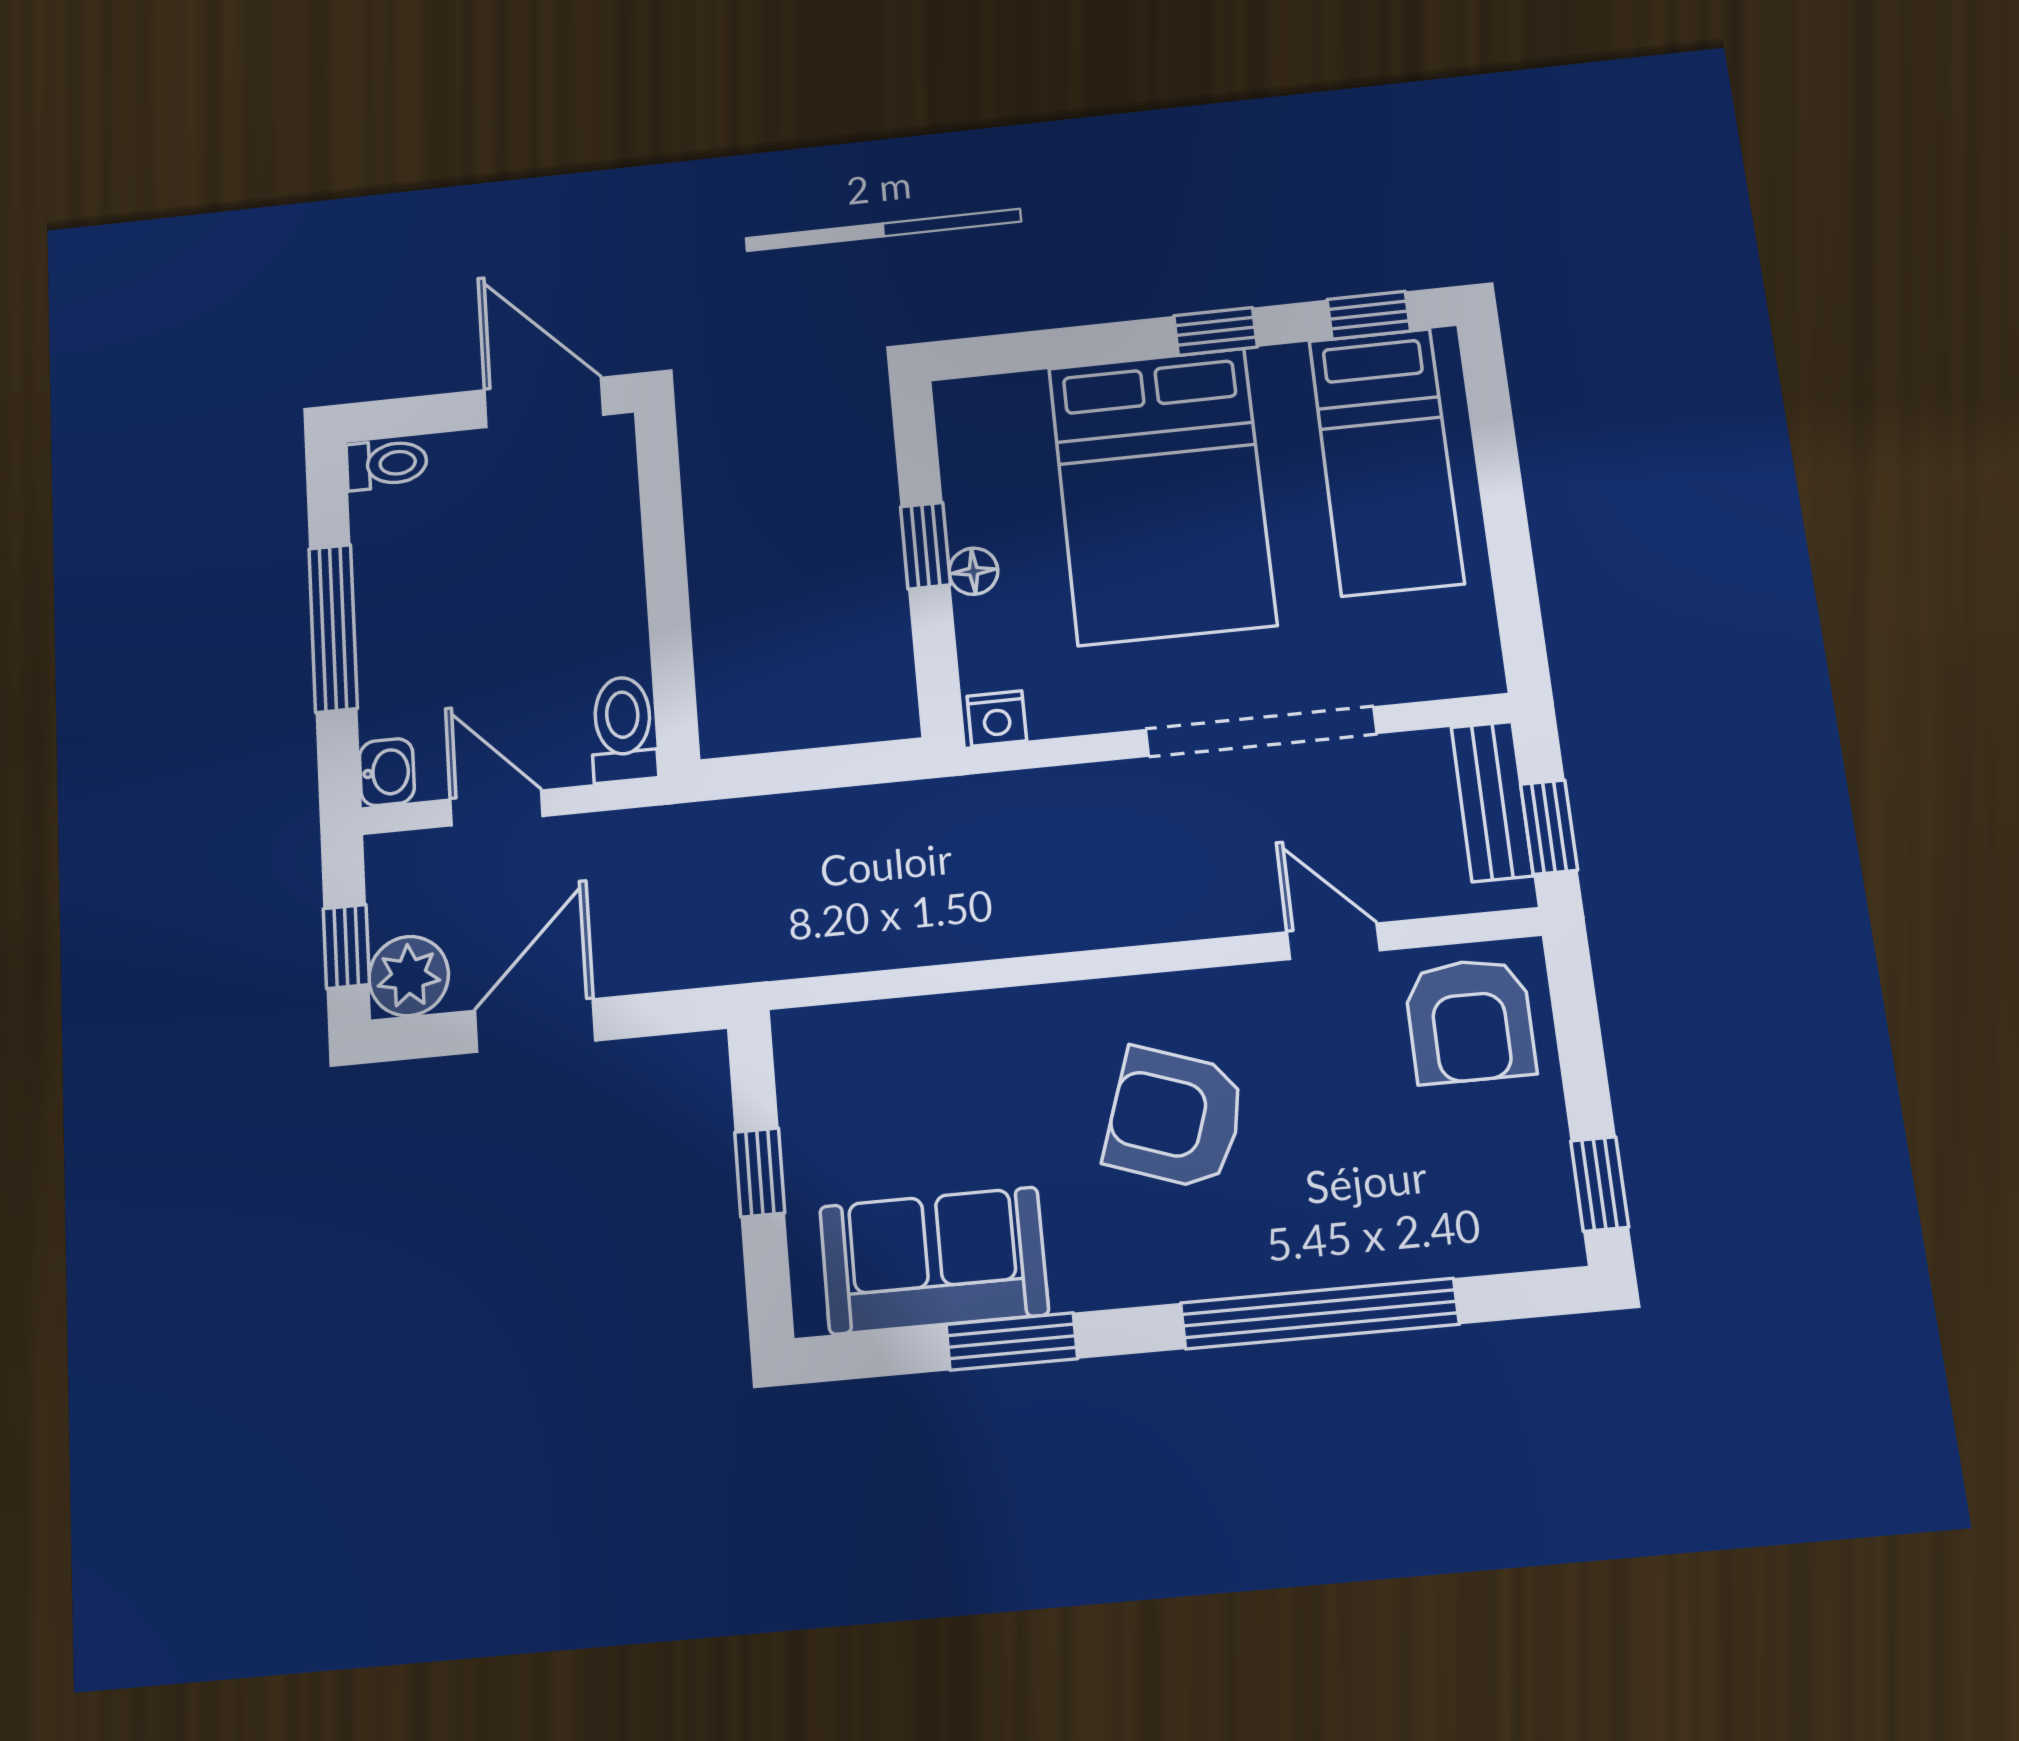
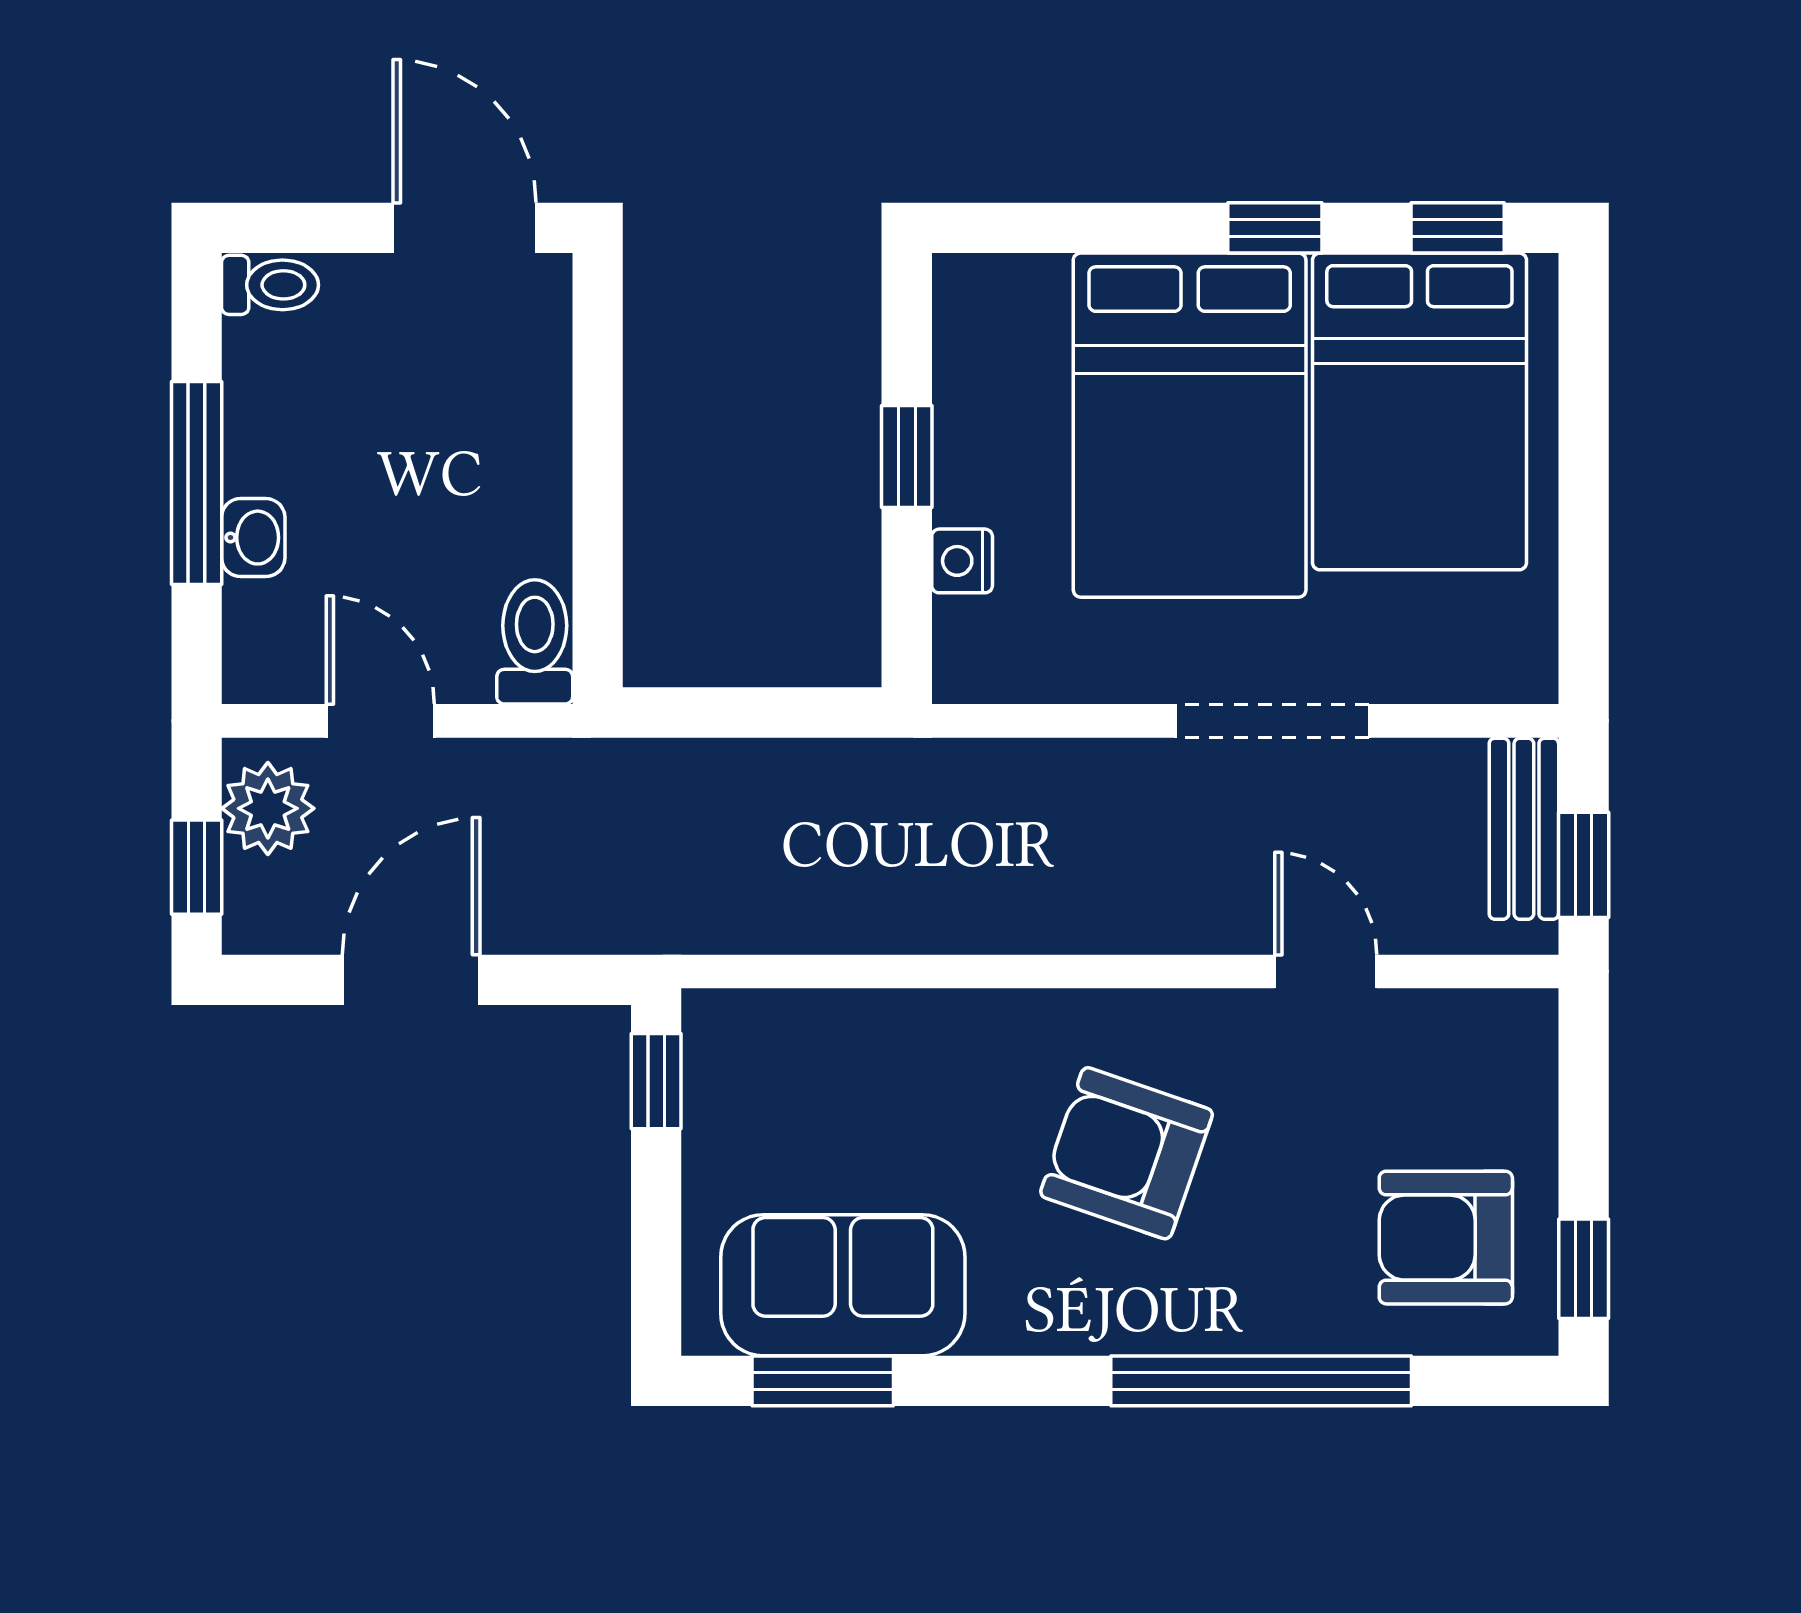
bed: (1386, 461) -> (1419, 411), width x1.50
floor lamp: (973, 571) -> (960, 494), removed
nightstand: (997, 718) -> (962, 561), moved, turned 90
doorway: (1261, 732) -> (1273, 721), width x0.73
washbasin: (387, 772) -> (253, 538), moved
plant: (409, 976) -> (268, 808), moved
armchair: (1470, 1021) -> (1446, 1238), moved, turned 90
window: (760, 1172) -> (656, 1081), moved
window: (1012, 1342) -> (823, 1381), moved

